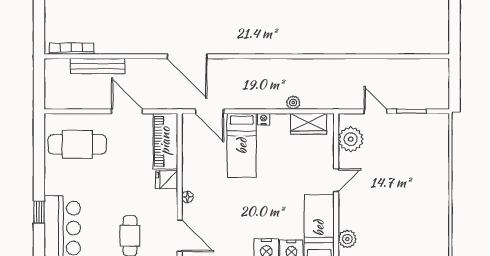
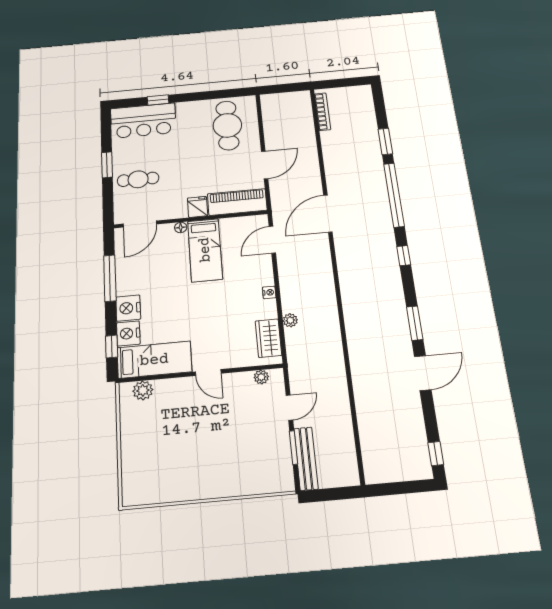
bench: (98, 66) -> (306, 459), moved
plant: (351, 139) -> (261, 377), width x0.53, depth x0.53
bed: (242, 146) -> (205, 250), moved, turned -90

